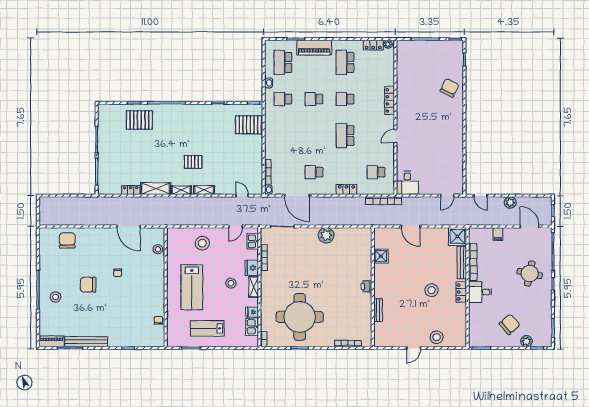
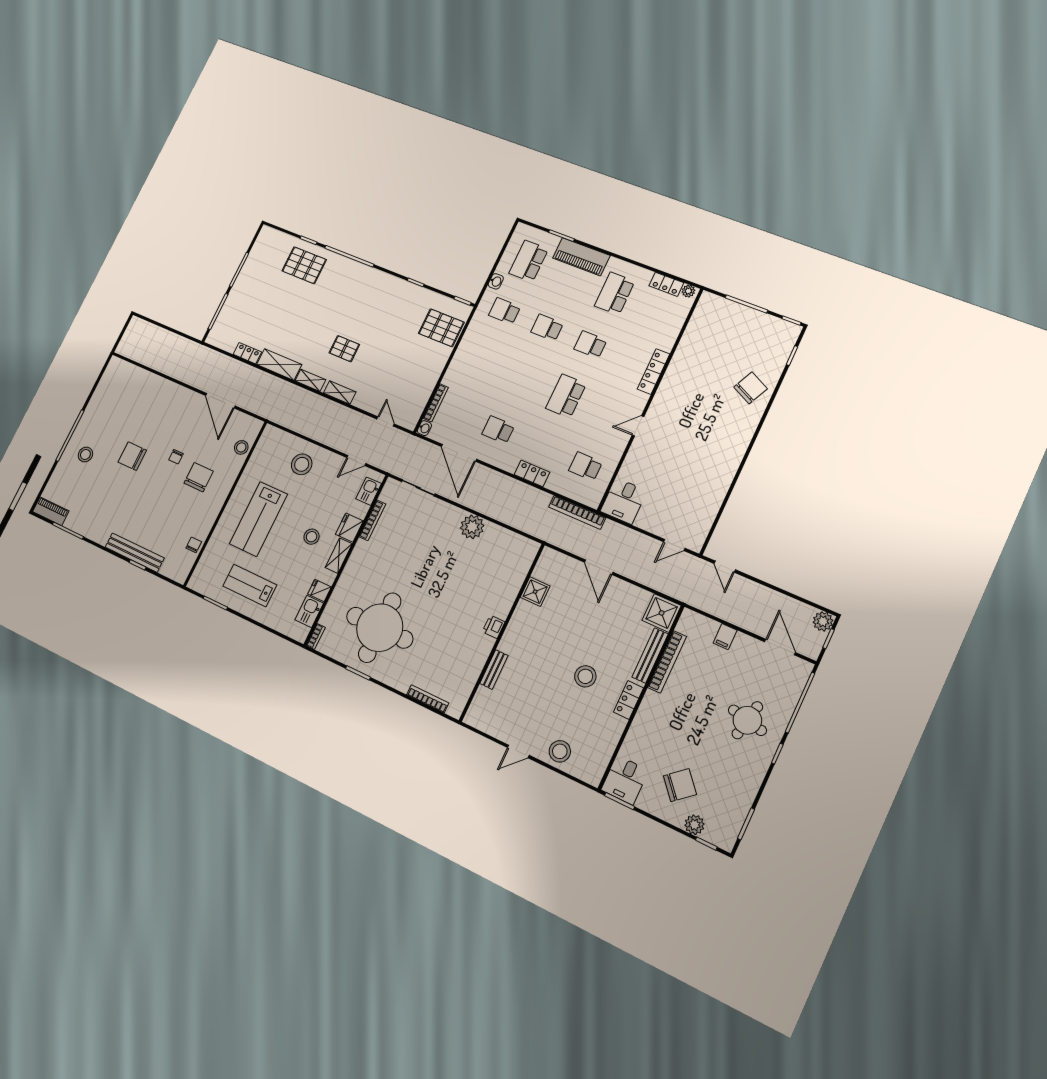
plant: (510, 202) -> (823, 621), moved
chair: (67, 240) -> (199, 477), moved
desk: (480, 292) -> (625, 780), moved, turned -90
bench: (86, 342) -> (135, 553), moved

